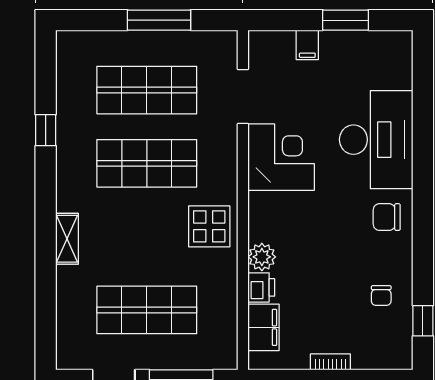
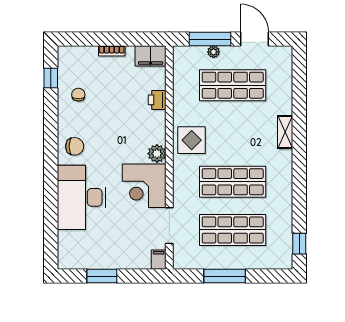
filing cabinet: (307, 45) -> (159, 260), moved
window: (46, 130) -> (299, 244), moved
plant: (262, 257) -> (157, 154), moved
filing cabinet: (264, 327) -> (151, 56), moved, turned -90
plant: (176, 361) -> (213, 52), added

